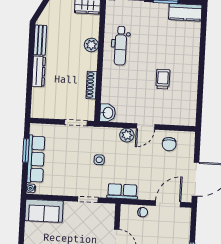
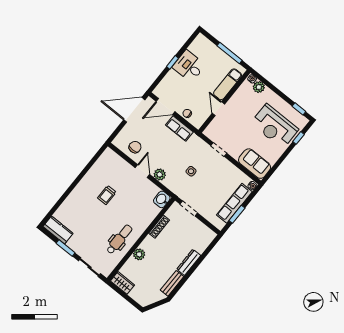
door: (146, 126) -> (142, 171), hinge flipped
row of seats: (122, 191) -> (179, 129), moved

